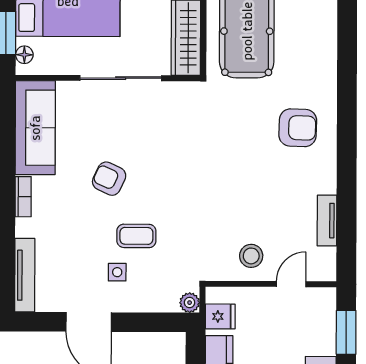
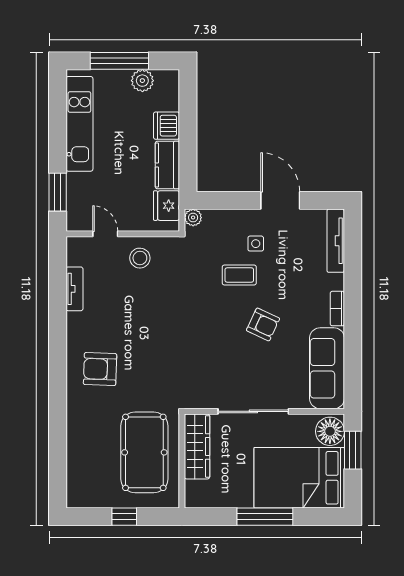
floor lamp: (24, 55) -> (330, 431), width x1.89, depth x1.89
door: (291, 284) -> (105, 234), swing flipped
fridge: (220, 316) -> (167, 206), width x1.38

